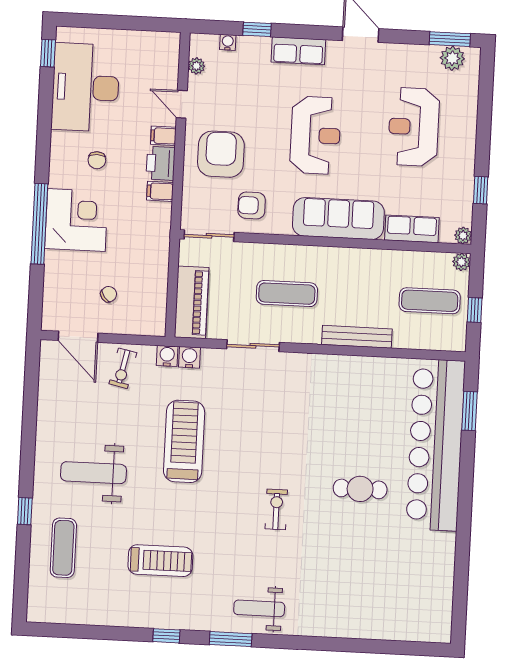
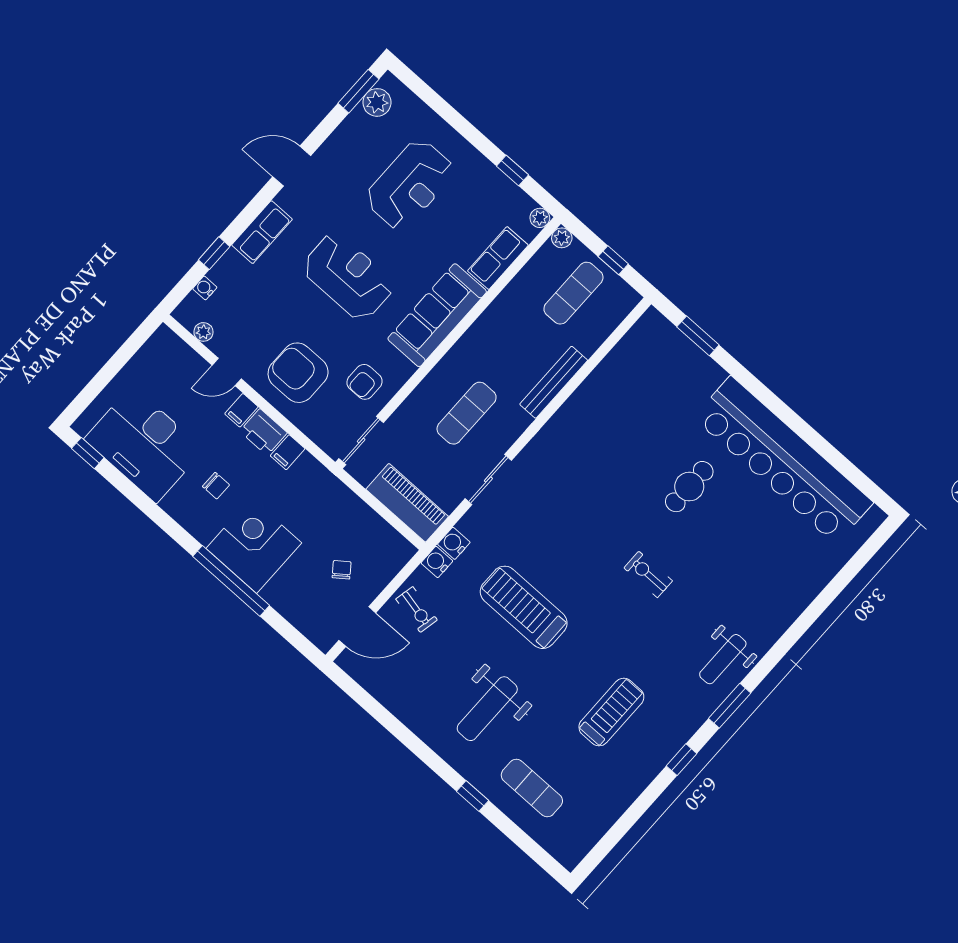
reception desk: (414, 127) -> (410, 185), turned -90
bar counter: (436, 445) -> (783, 460), moved

